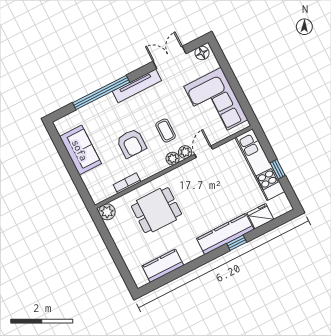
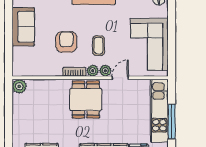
armchair: (131, 143) -> (66, 42), turned 180
window: (278, 169) -> (172, 122), width x2.17
bookcase: (127, 183) -> (74, 72), moved
dining table: (156, 210) -> (86, 99), moved, turned 90

